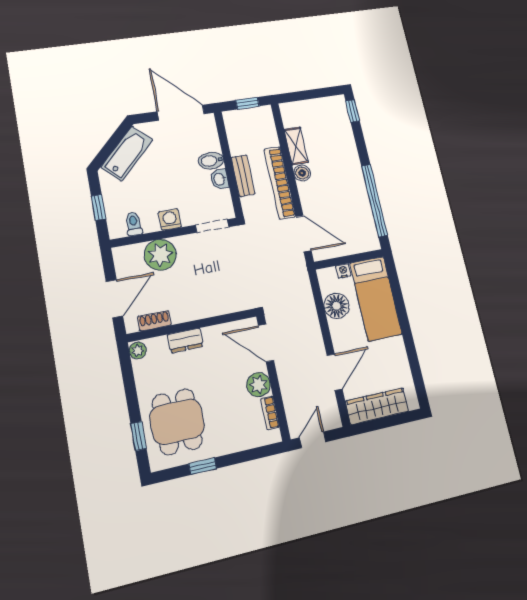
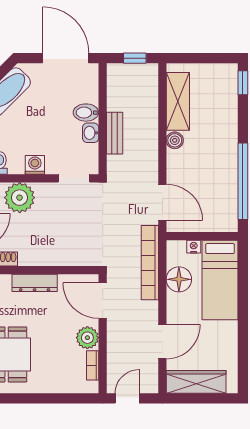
shelving: (296, 146) -> (178, 101), width x1.50, depth x1.33
bookcase: (280, 183) -> (150, 263), moved
dresser: (185, 340) -> (35, 283), width x1.44
window: (203, 466) -> (22, 398), removed

